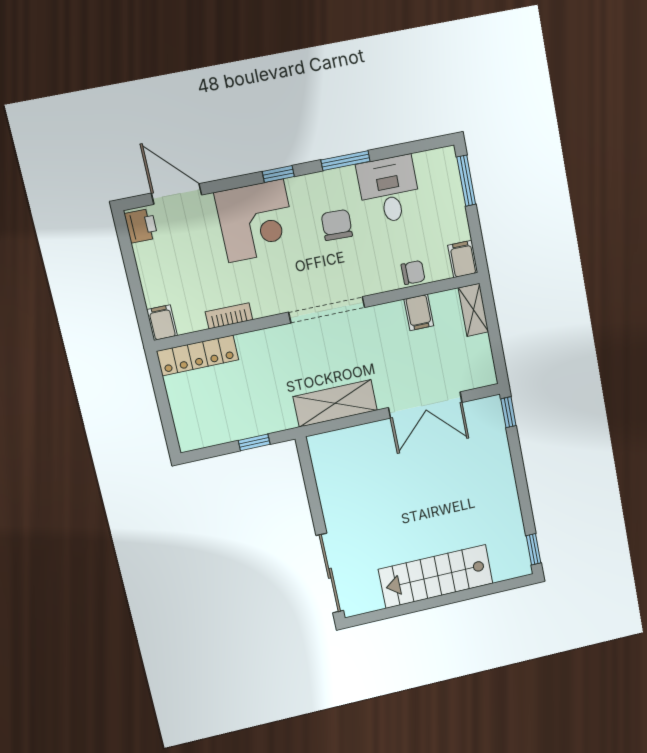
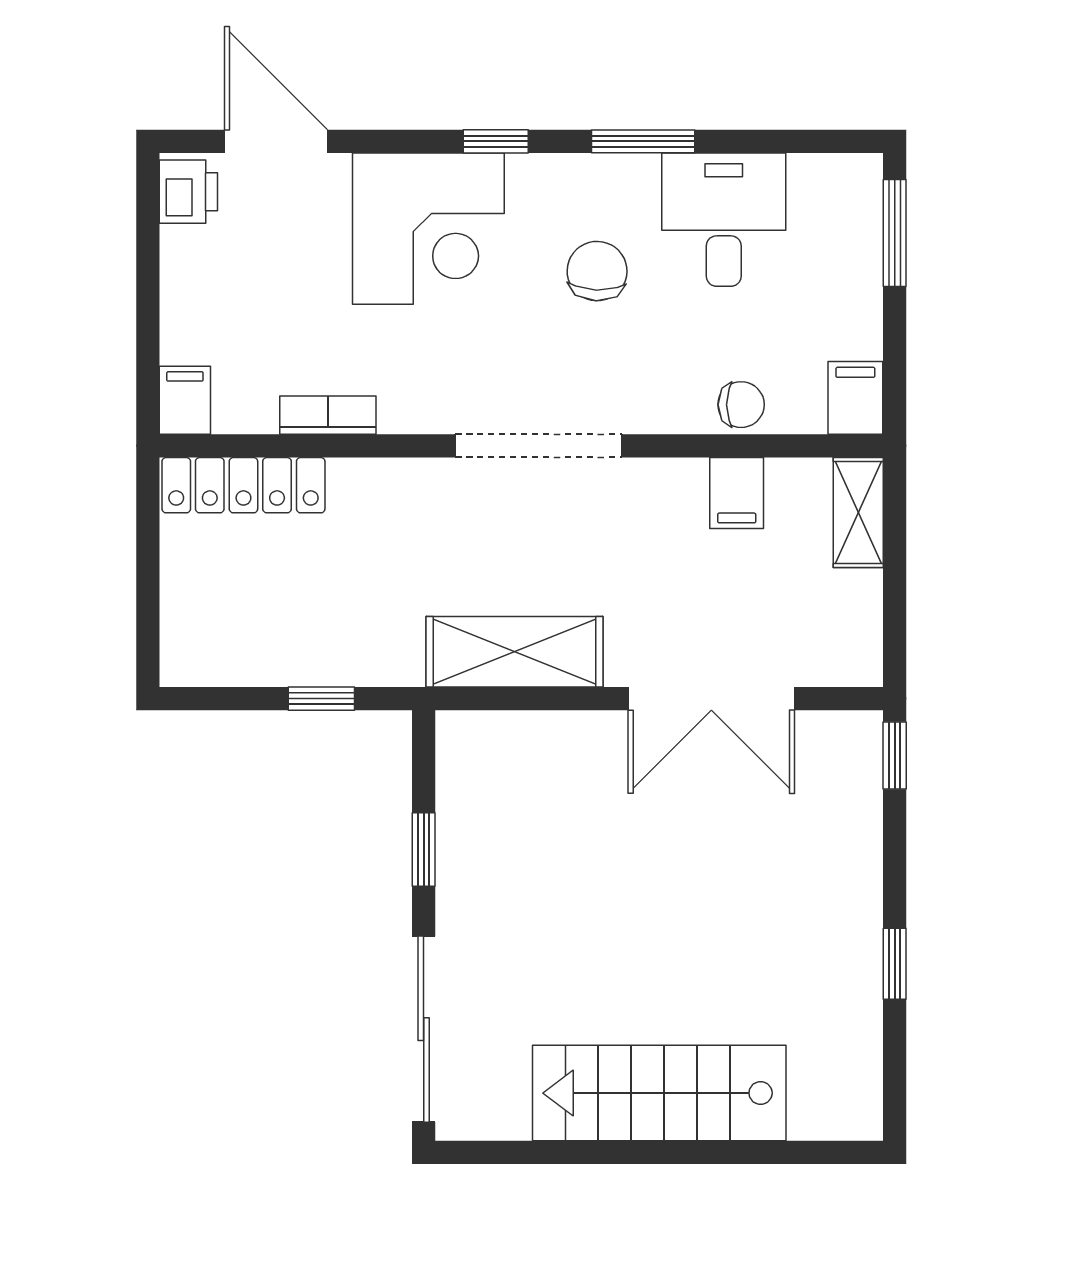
window: (313, 498) -> (424, 849), added
window: (534, 549) -> (895, 964), moved

